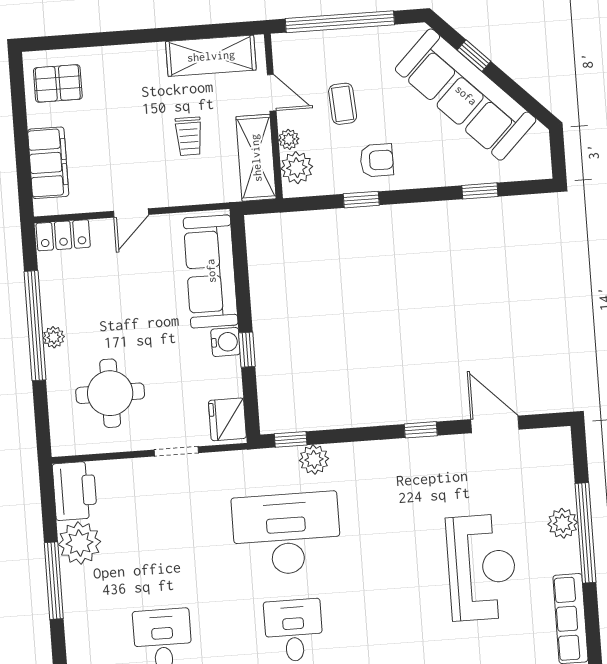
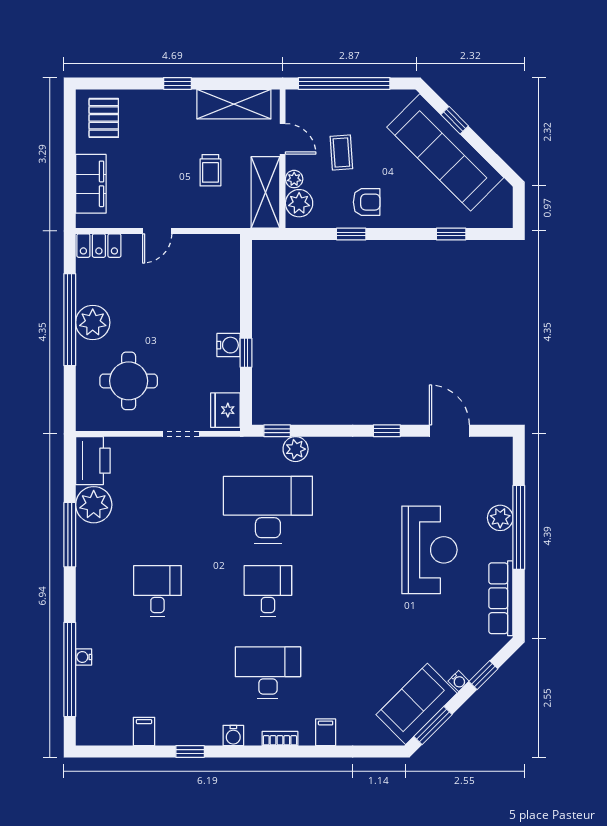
window: (142, 36) -> (177, 83), added
pallet: (58, 83) -> (104, 118), turned 90
sofa: (211, 271) -> (220, 285), removed
plant: (54, 337) -> (93, 322), width x1.88, depth x1.88

